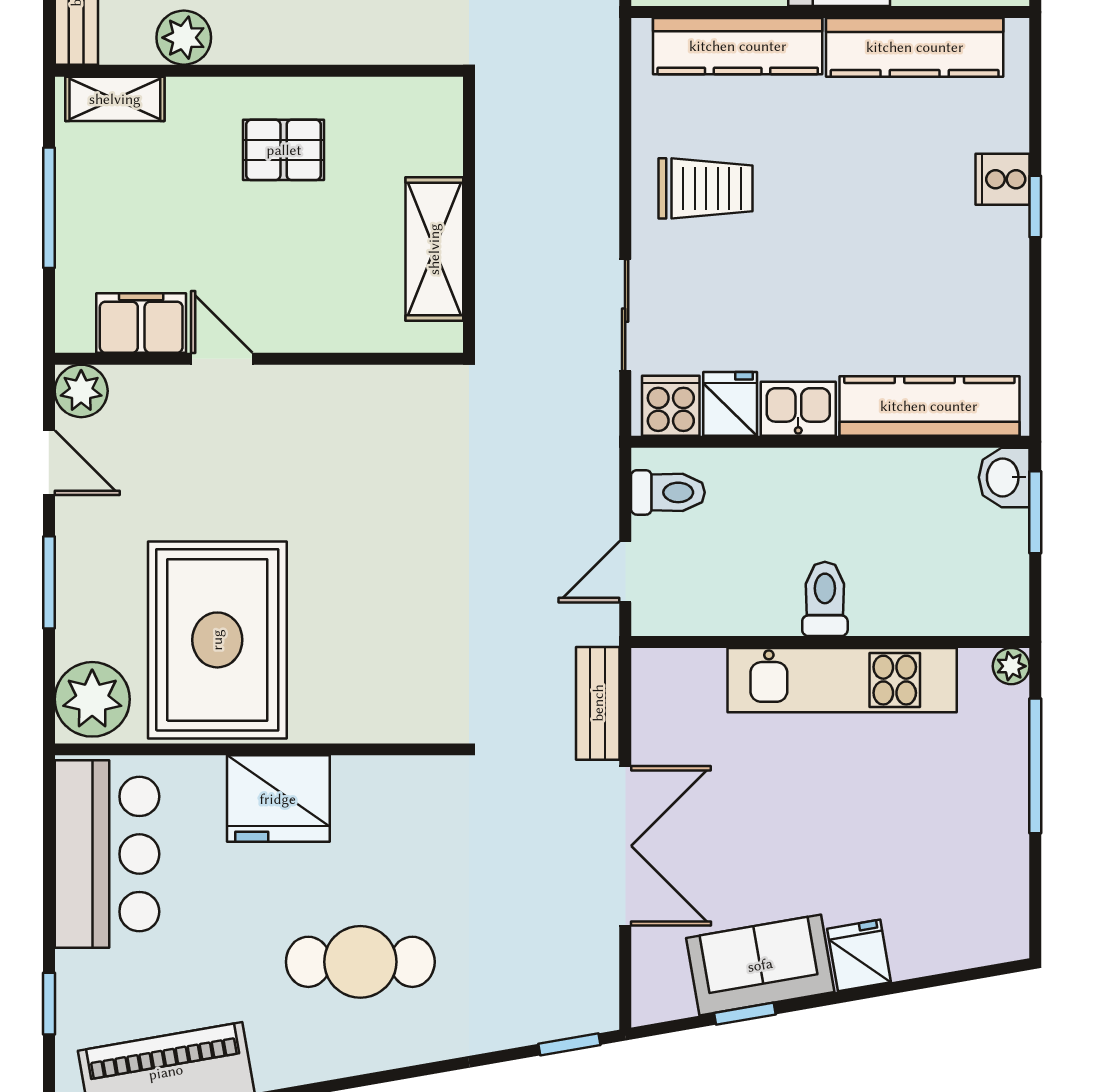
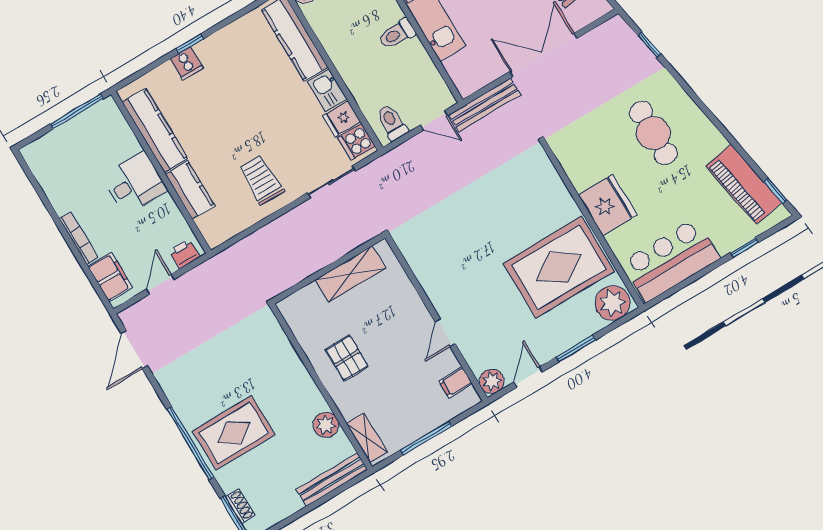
kitchen counter: (738, 46) -> (190, 190), width x0.67
filing cabinet: (141, 323) -> (456, 382), width x0.50
bench: (598, 703) -> (485, 105), width x1.36
window: (569, 1044) -> (649, 45), moved

